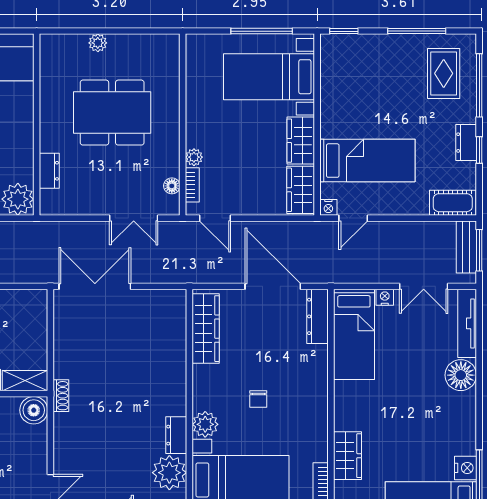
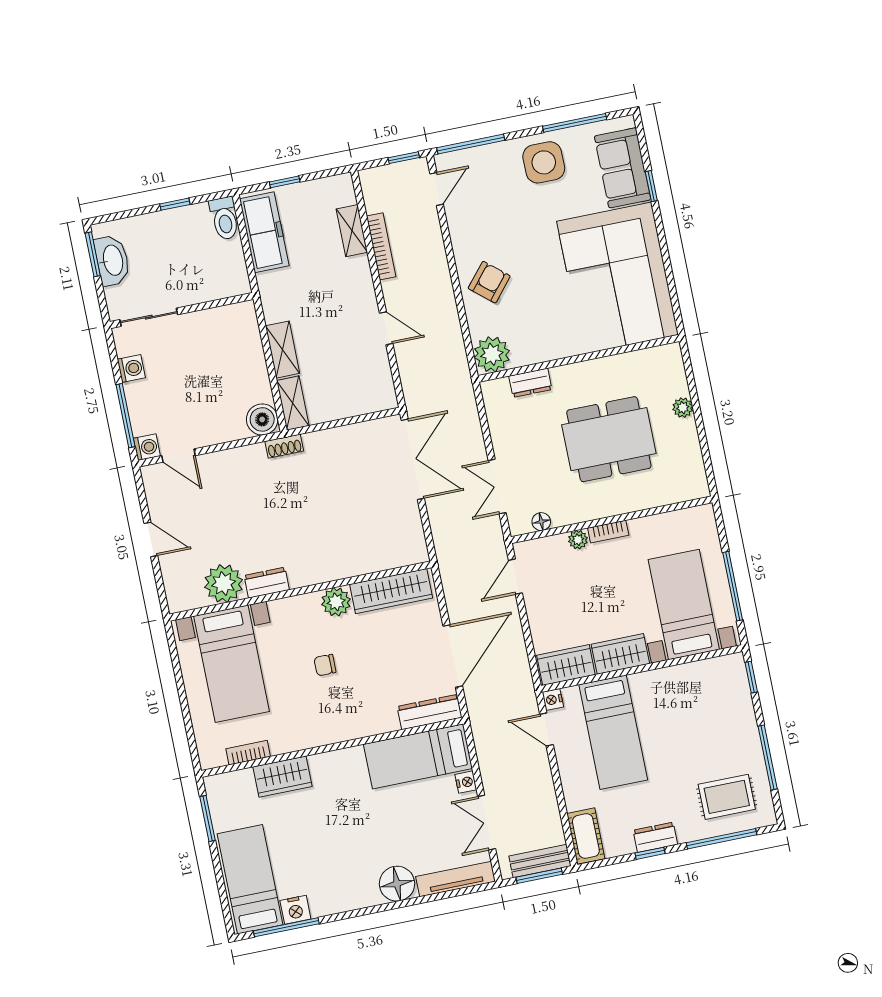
dining table: (112, 113) -> (609, 439), turned 90
bookcase: (192, 185) -> (608, 532), moved
plant: (205, 424) -> (336, 602), moved

